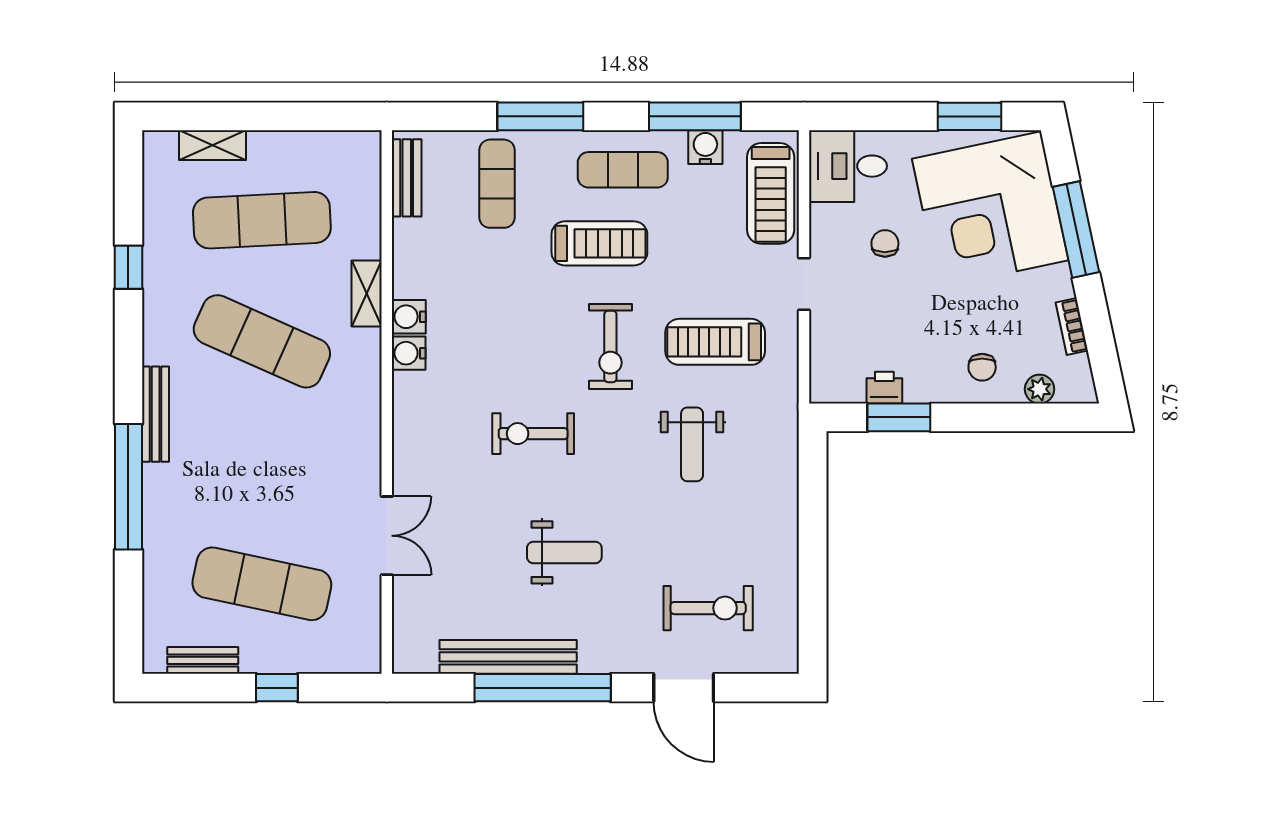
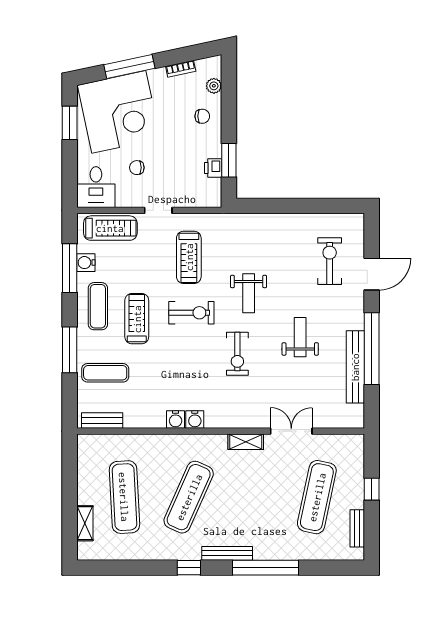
window: (128, 267) -> (189, 568), moved
shelving: (367, 294) -> (246, 442), moved
weight bench: (692, 444) -> (249, 293), moved, turned 90

